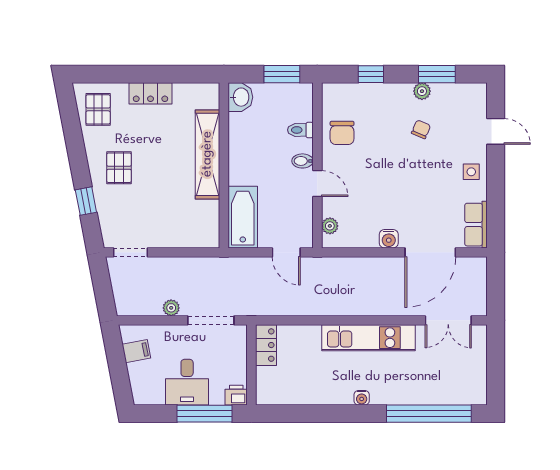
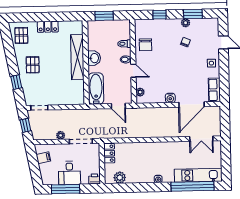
window: (282, 74) -> (104, 16), moved
washbasin: (240, 97) -> (94, 58), moved
window: (102, 287) -> (25, 125), added
kitchen unit: (369, 338) -> (198, 175), moved, turned 180
plant: (286, 394) -> (120, 178), added
window: (204, 414) -> (66, 189), moved

